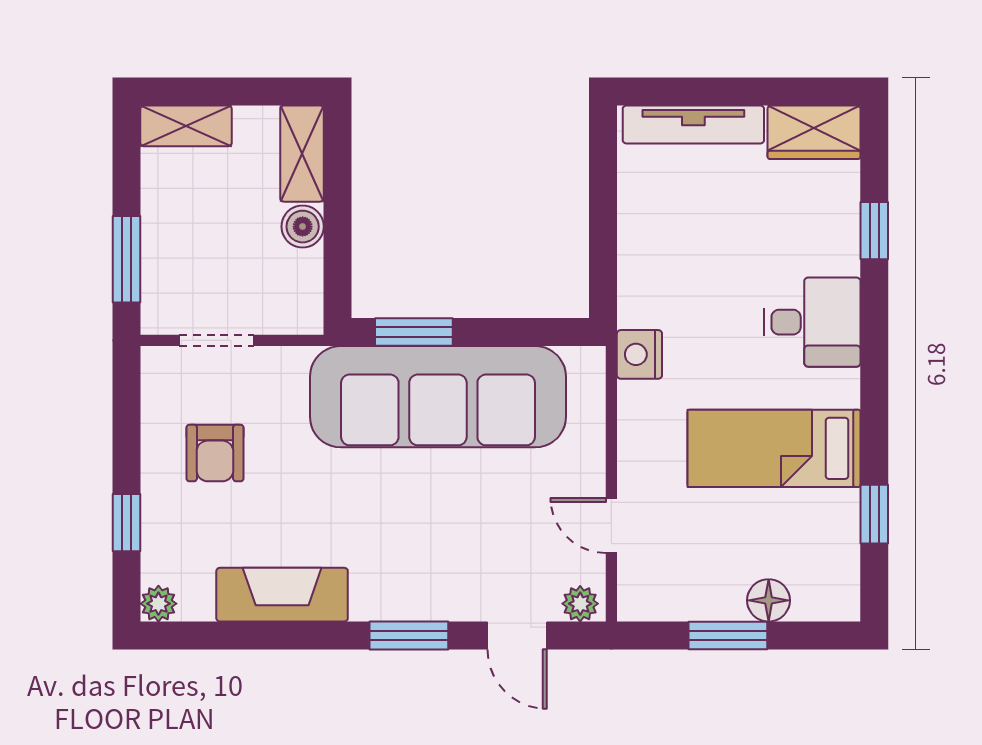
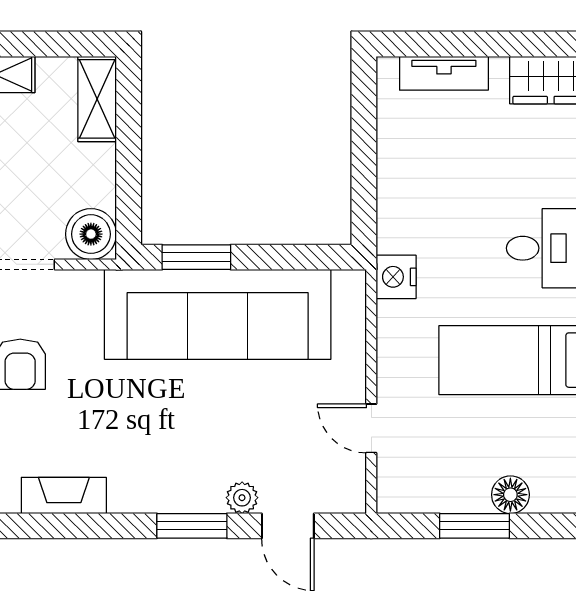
tv unit: (693, 125) -> (444, 73), width x0.71
boiler: (303, 227) -> (91, 234), moved, width x1.36, depth x1.36
fireplace: (282, 595) -> (64, 495), width x0.73, depth x0.76
plant: (580, 604) -> (242, 498), moved

